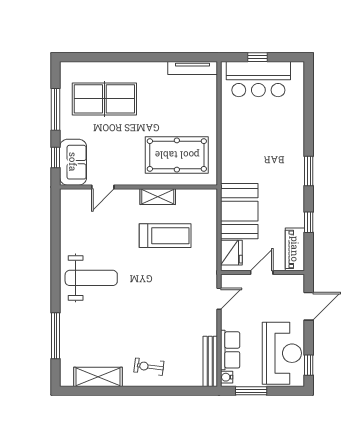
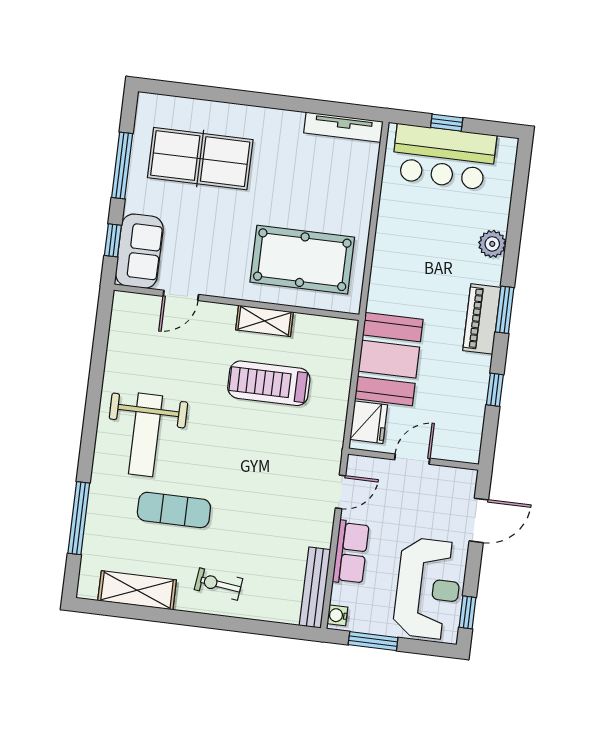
plant: (296, 130) -> (492, 244), added
treadmill: (165, 236) -> (269, 383), turned 180
piano: (295, 249) -> (482, 319), moved
weight bench: (91, 278) -> (145, 435), turned 90
exercise mat: (115, 323) -> (174, 510), added
row of seats: (230, 350) -> (351, 552), moved

